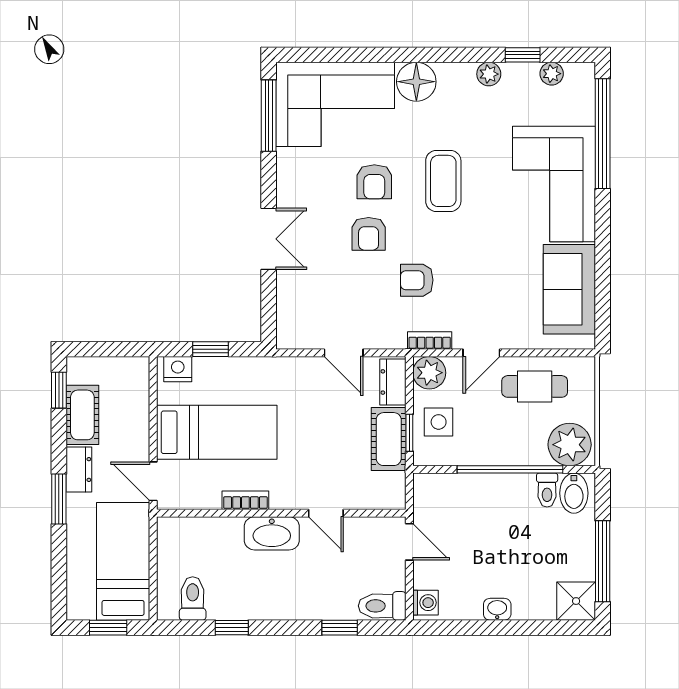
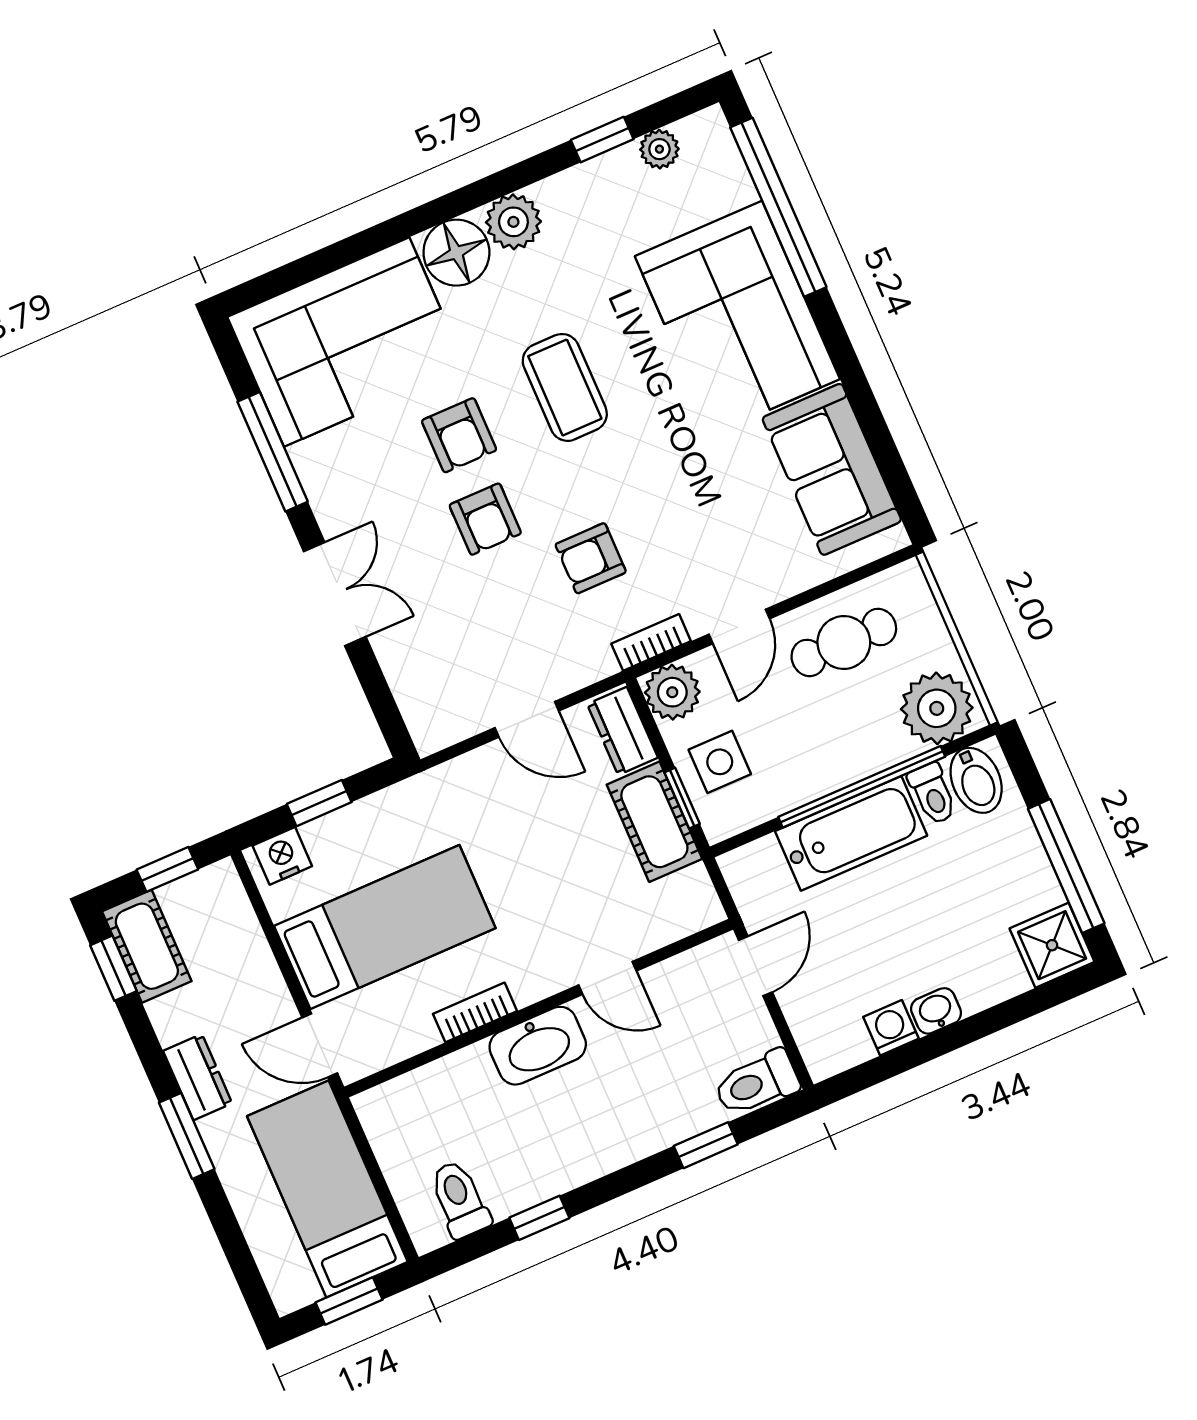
plant: (489, 74) -> (513, 222), moved, width x1.38, depth x1.38
window: (269, 116) -> (273, 452), moved
window: (112, 349) -> (167, 869), added
cot: (82, 415) -> (147, 946), moved
bathtub: (493, 492) -> (851, 833), added
door: (409, 542) -> (756, 966), hinge flipped
washing machine: (426, 603) -> (891, 1028), moved, turned -90

